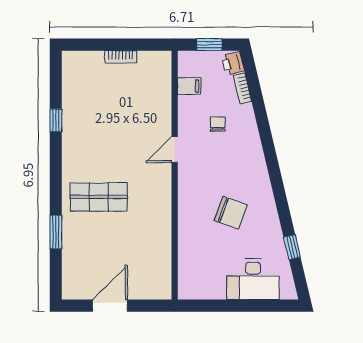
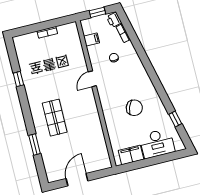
shop shelf: (99, 197) -> (55, 118), turned 90
filing cabinet: (207, 287) -> (131, 155), added

